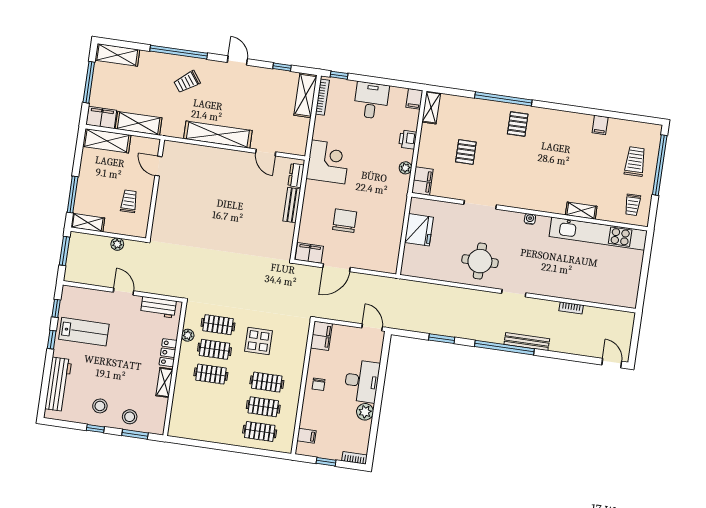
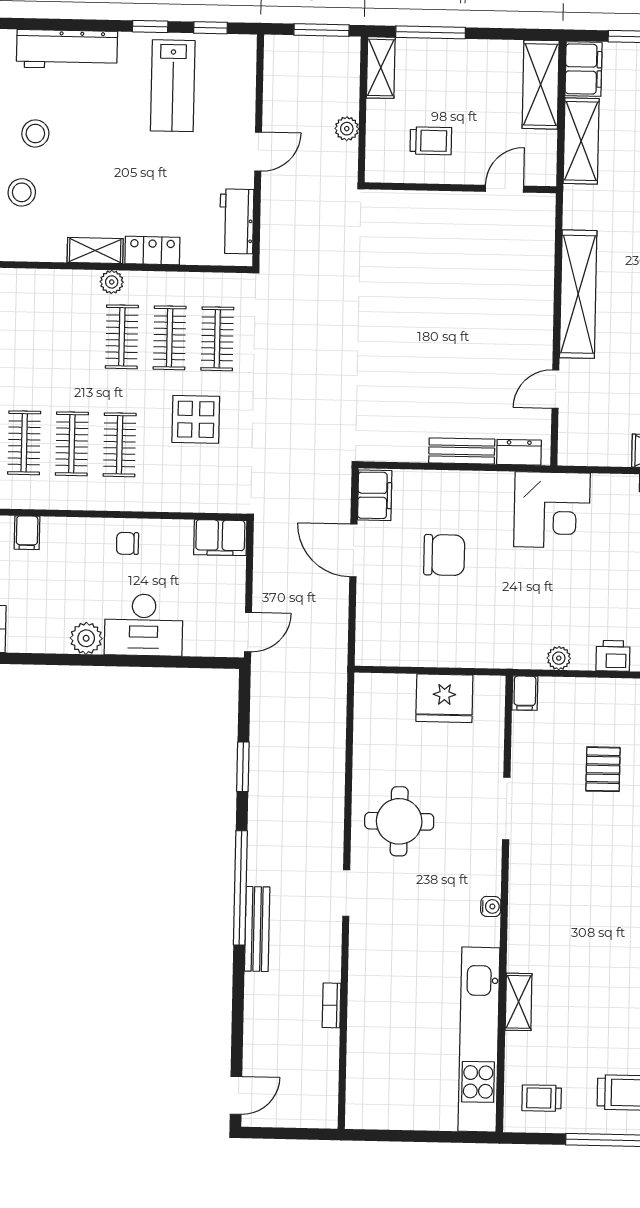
pallet: (466, 152) -> (603, 769), turned 90
filing cabinet: (422, 181) -> (525, 693), width x0.50
plant: (188, 335) -> (112, 282), moved

